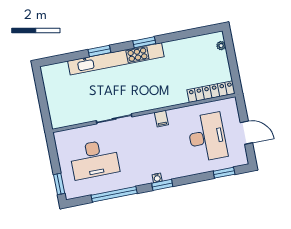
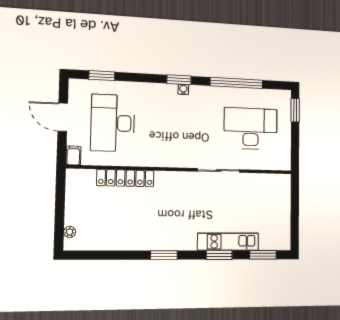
window: (63, 58) -> (263, 255), added
kitchen unit: (116, 59) -> (228, 242), width x0.54
locker: (211, 92) -> (125, 178), moved
filing cabinet: (161, 119) -> (73, 155), moved

